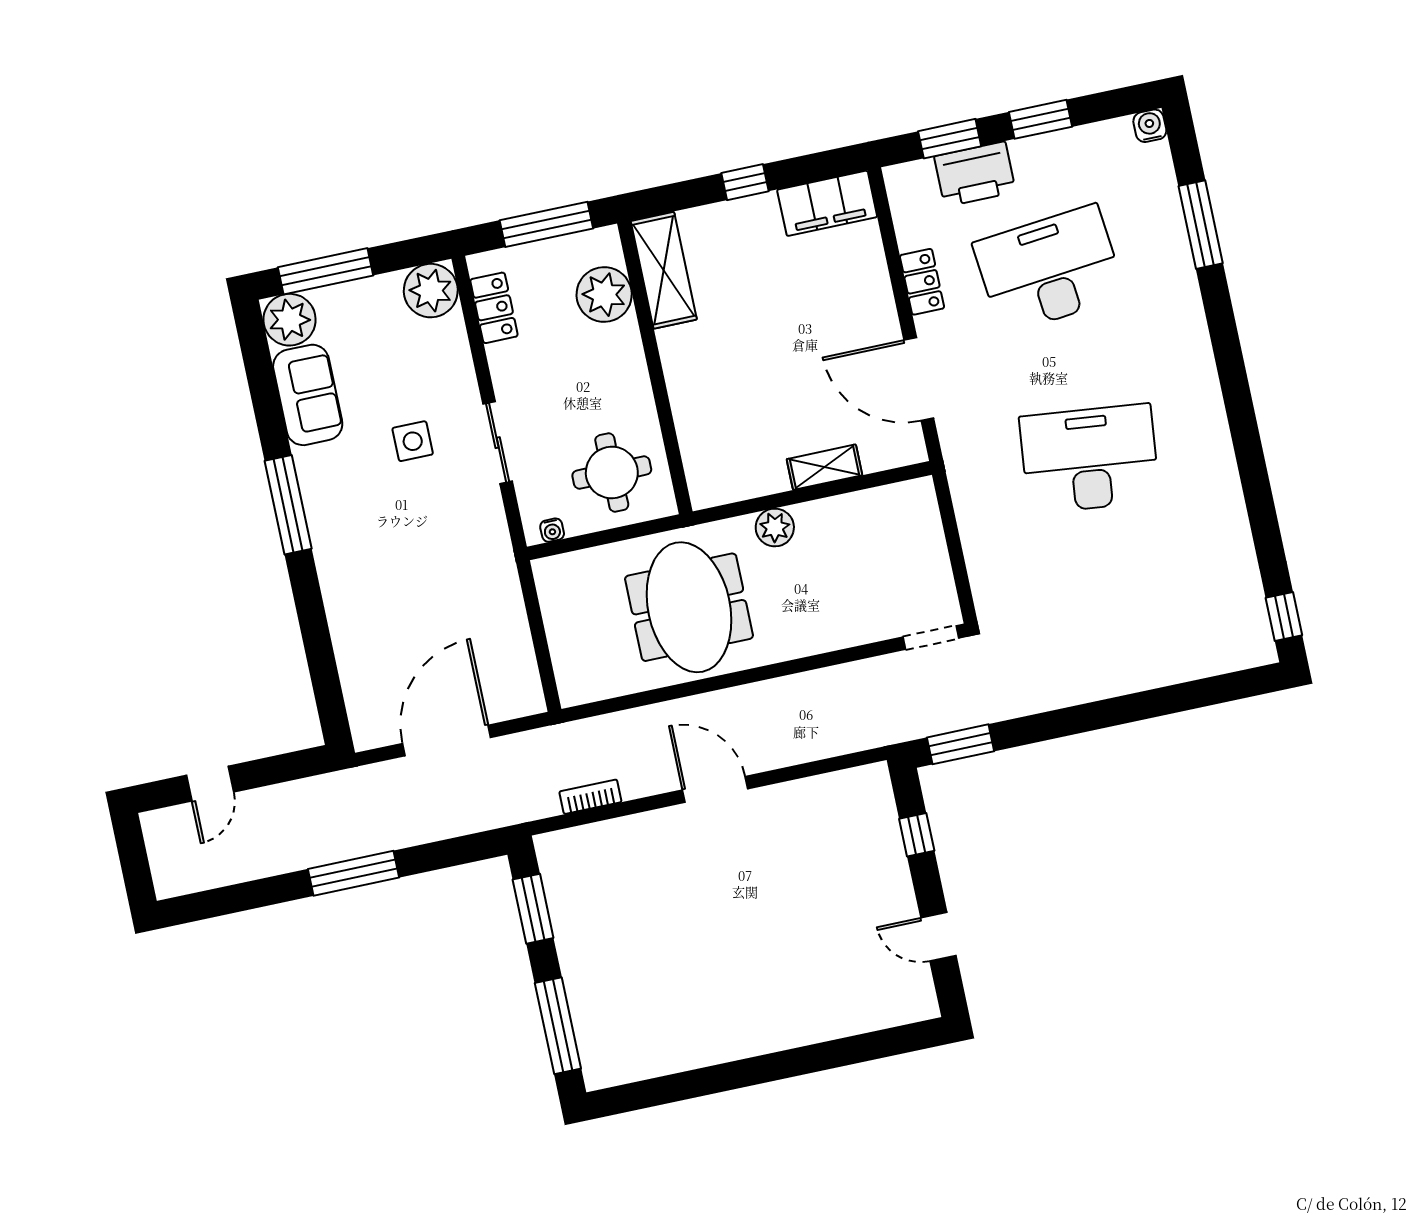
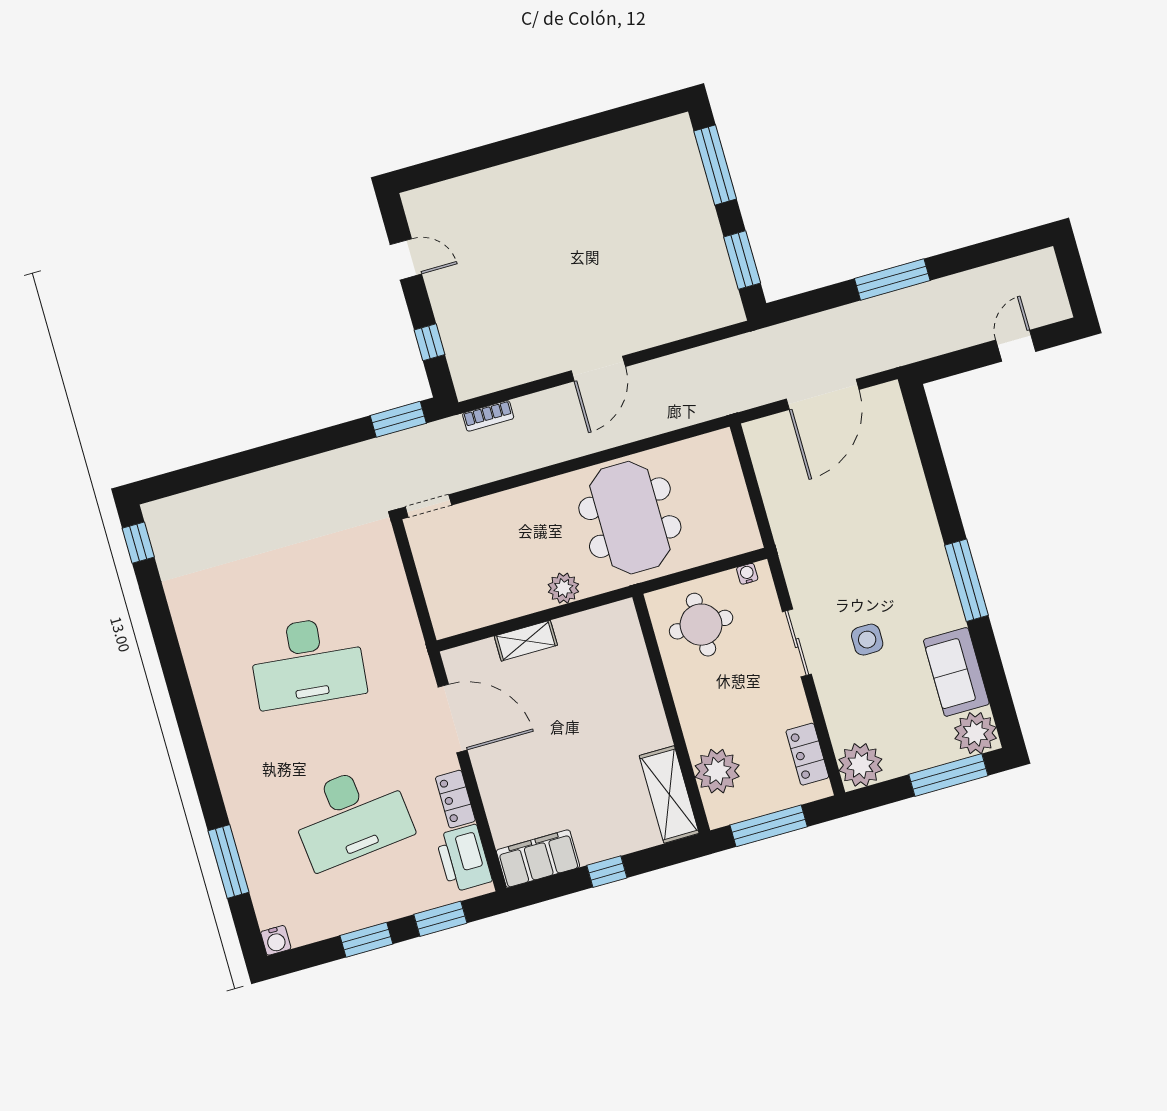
printer: (975, 174) -> (464, 858), moved, turned -90
door: (715, 789) -> (598, 369), hinge flipped
bookcase: (590, 797) -> (488, 416), moved

